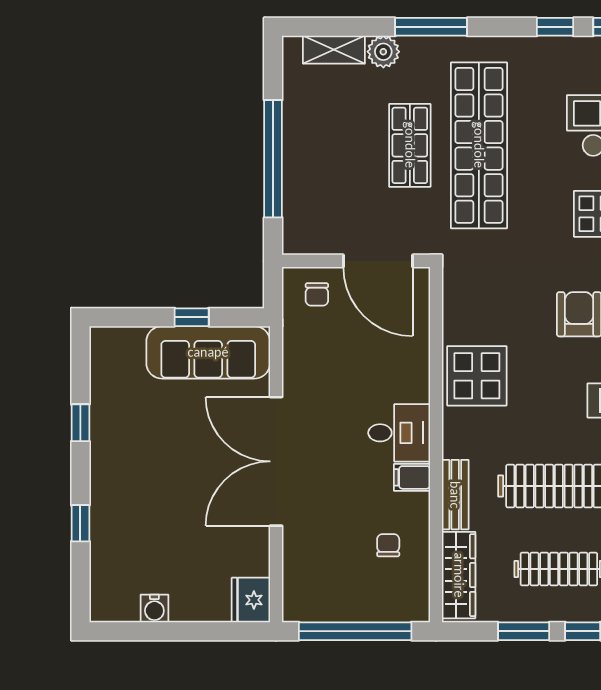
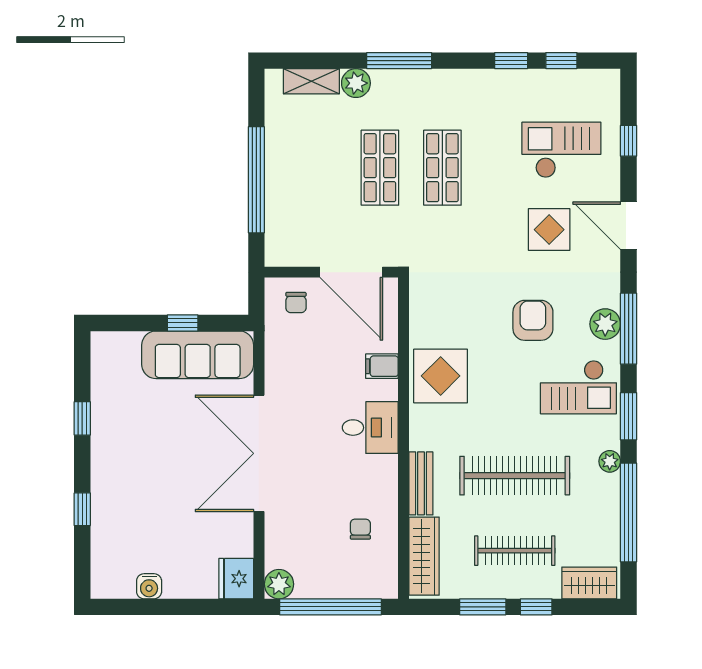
shop shelf: (479, 145) -> (442, 168), width x0.50, depth x0.74
filing cabinet: (412, 477) -> (382, 366), moved
plant: (298, 606) -> (279, 584), added

